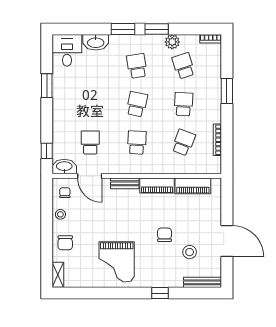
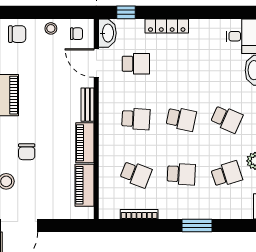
school desk: (137, 66) -> (227, 119), turned 33
window: (47, 86) -> (203, 12), removed
locker: (58, 116) -> (167, 26), added
door: (90, 176) -> (96, 63), hinge flipped
chair: (165, 235) -> (27, 152), turned 90
chair: (65, 243) -> (17, 34), turned 180

